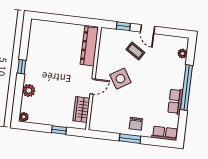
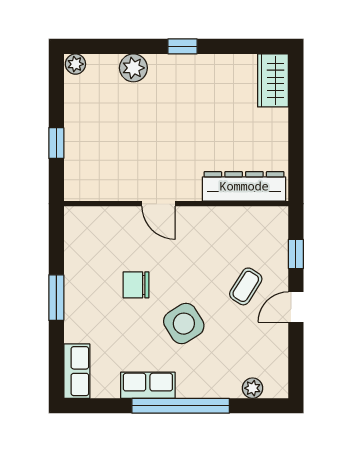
side table: (120, 79) -> (184, 324), moved
wardrobe: (81, 109) -> (273, 80), moved, turned -90
chair: (136, 124) -> (136, 285), moved

